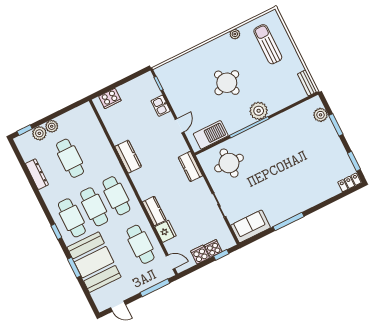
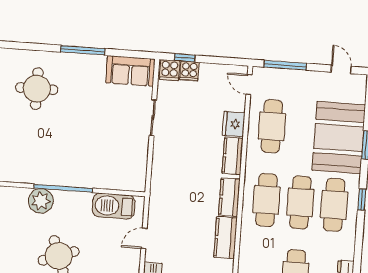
round table: (229, 163) -> (37, 89), moved
kitchen counter: (190, 167) -> (229, 197), moved, turned 180
cooker: (200, 255) -> (170, 70), moved

